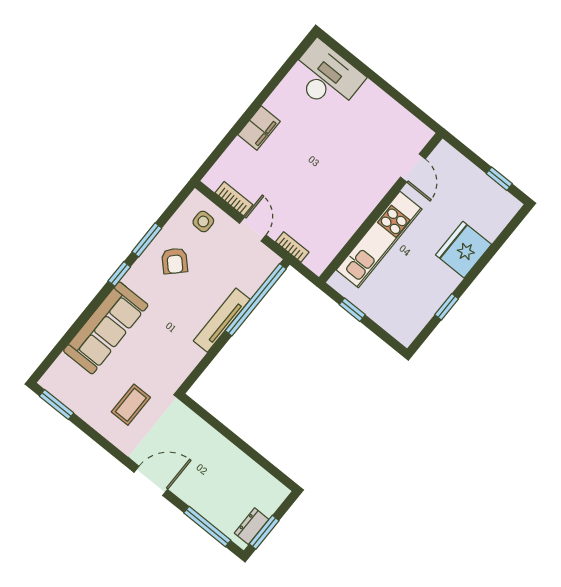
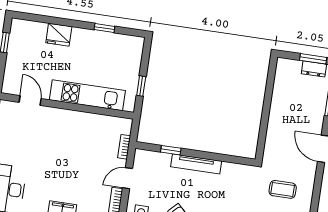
door: (413, 168) -> (30, 100), hinge flipped
fridge: (464, 250) -> (59, 35), width x0.73, depth x0.75
window: (256, 300) -> (171, 150), width x0.32

